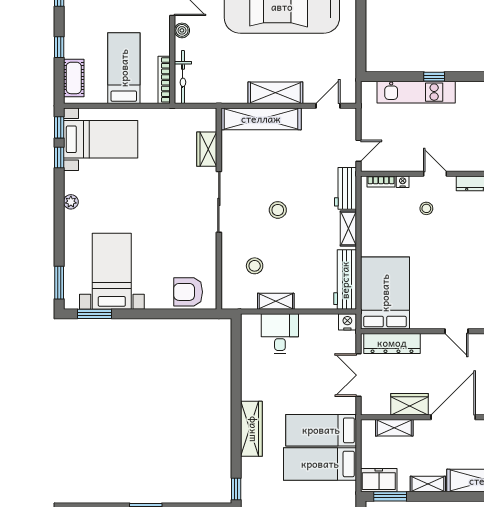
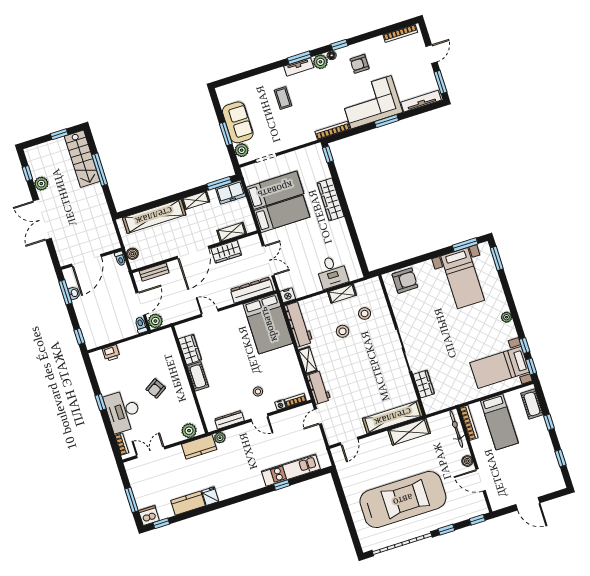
shelving: (275, 93) -> (409, 432), moved
stool: (278, 210) -> (343, 331), moved

